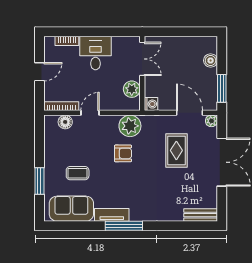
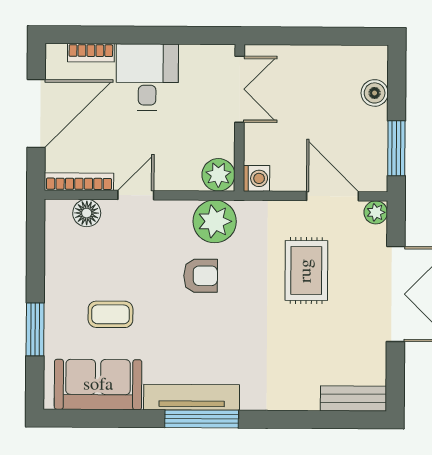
door: (39, 72) -> (36, 113), width x1.88
plant: (132, 89) -> (218, 175), moved
tv unit: (112, 215) -> (192, 397), width x1.41

